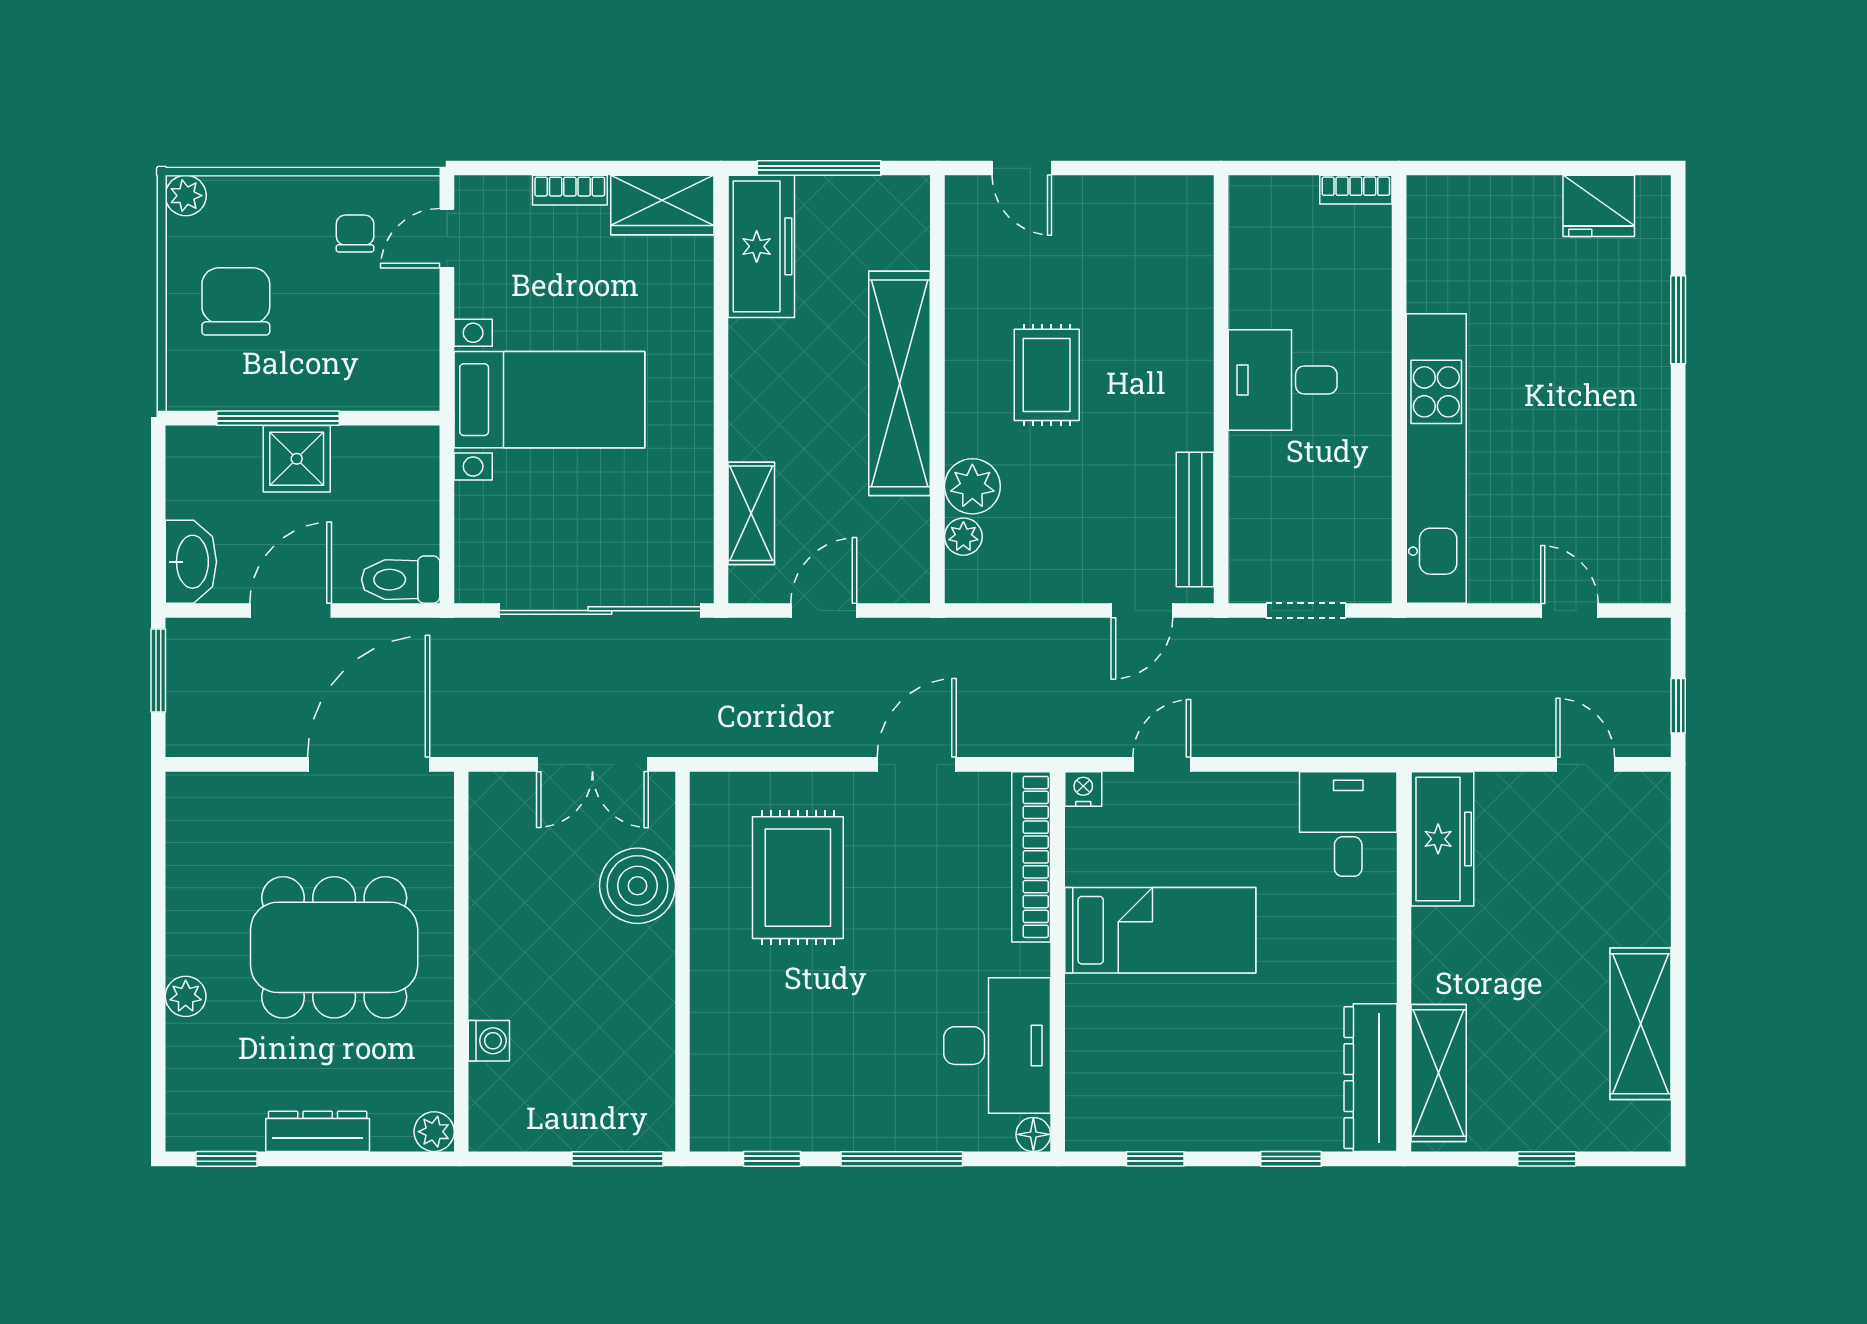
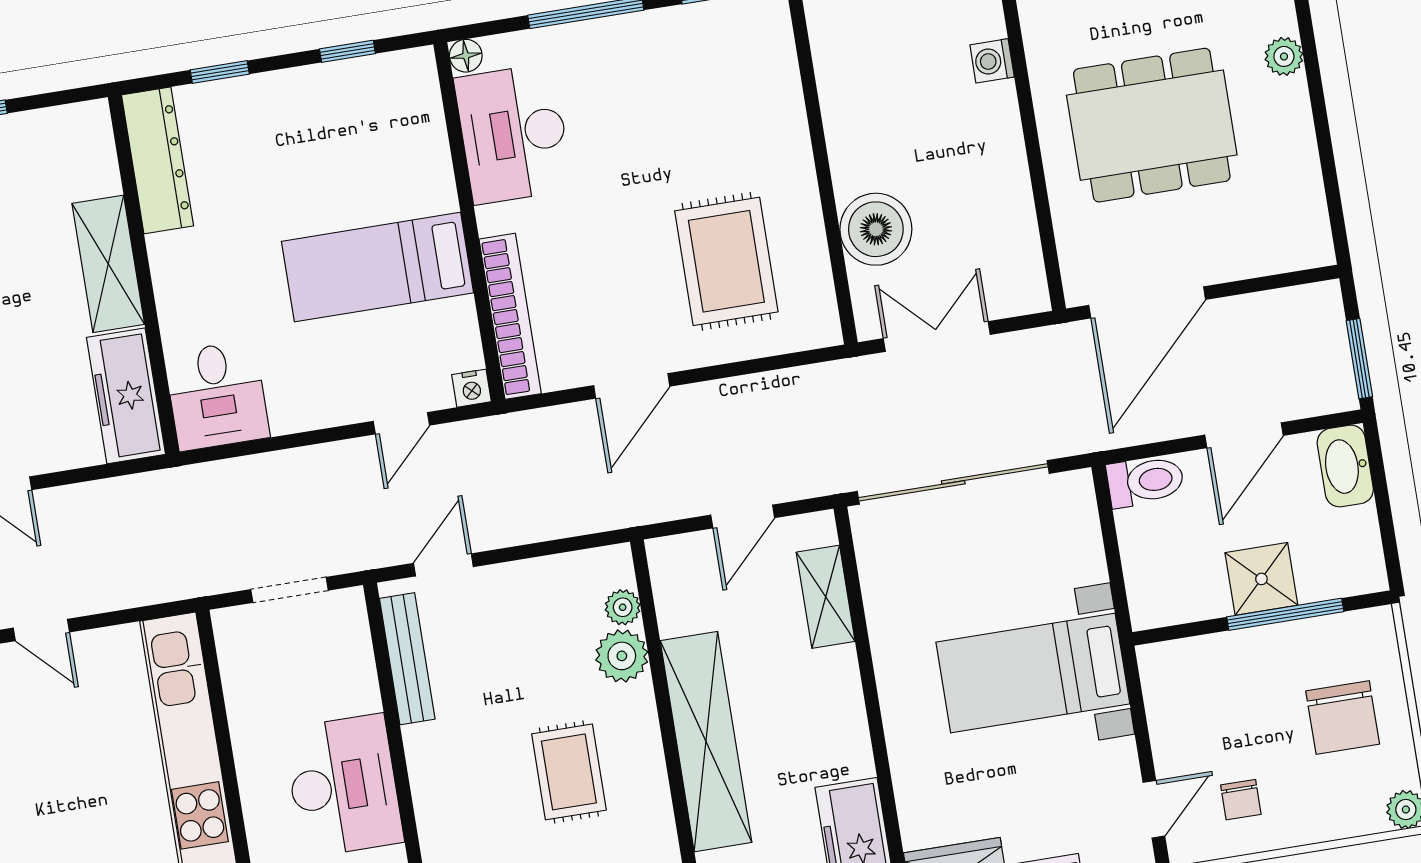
desk: (1283, 380) -> (343, 786), width x1.37
shelving: (1439, 1073) -> (108, 264), moved

